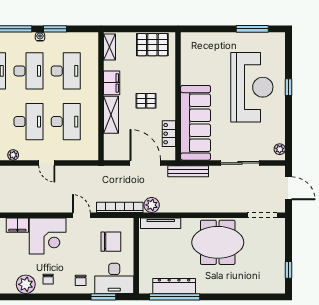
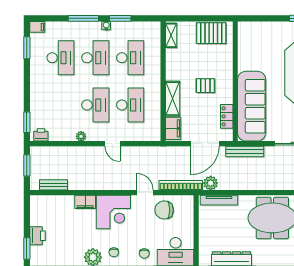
filing cabinet: (112, 83) -> (173, 128), moved
door: (145, 163) -> (205, 144), swing flipped
chair: (111, 242) -> (164, 210), moved, turned 180

